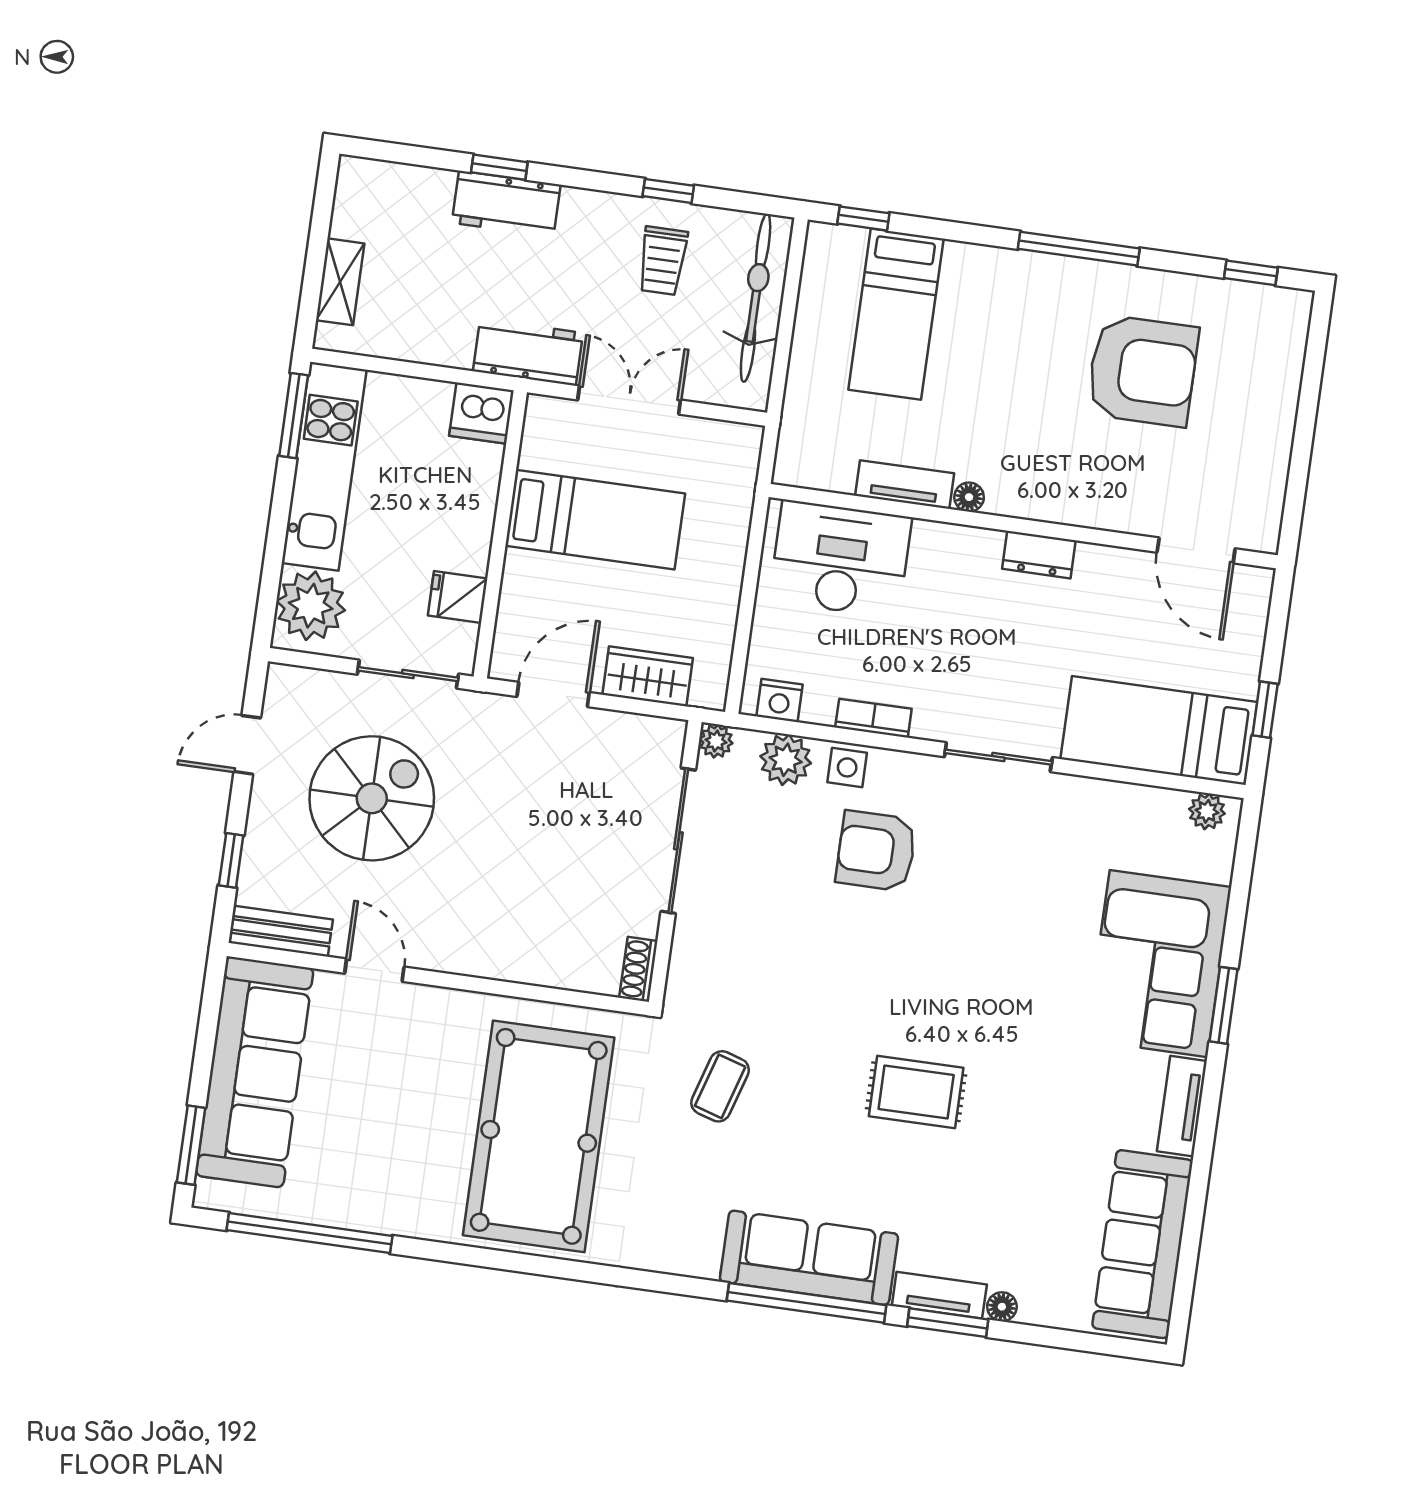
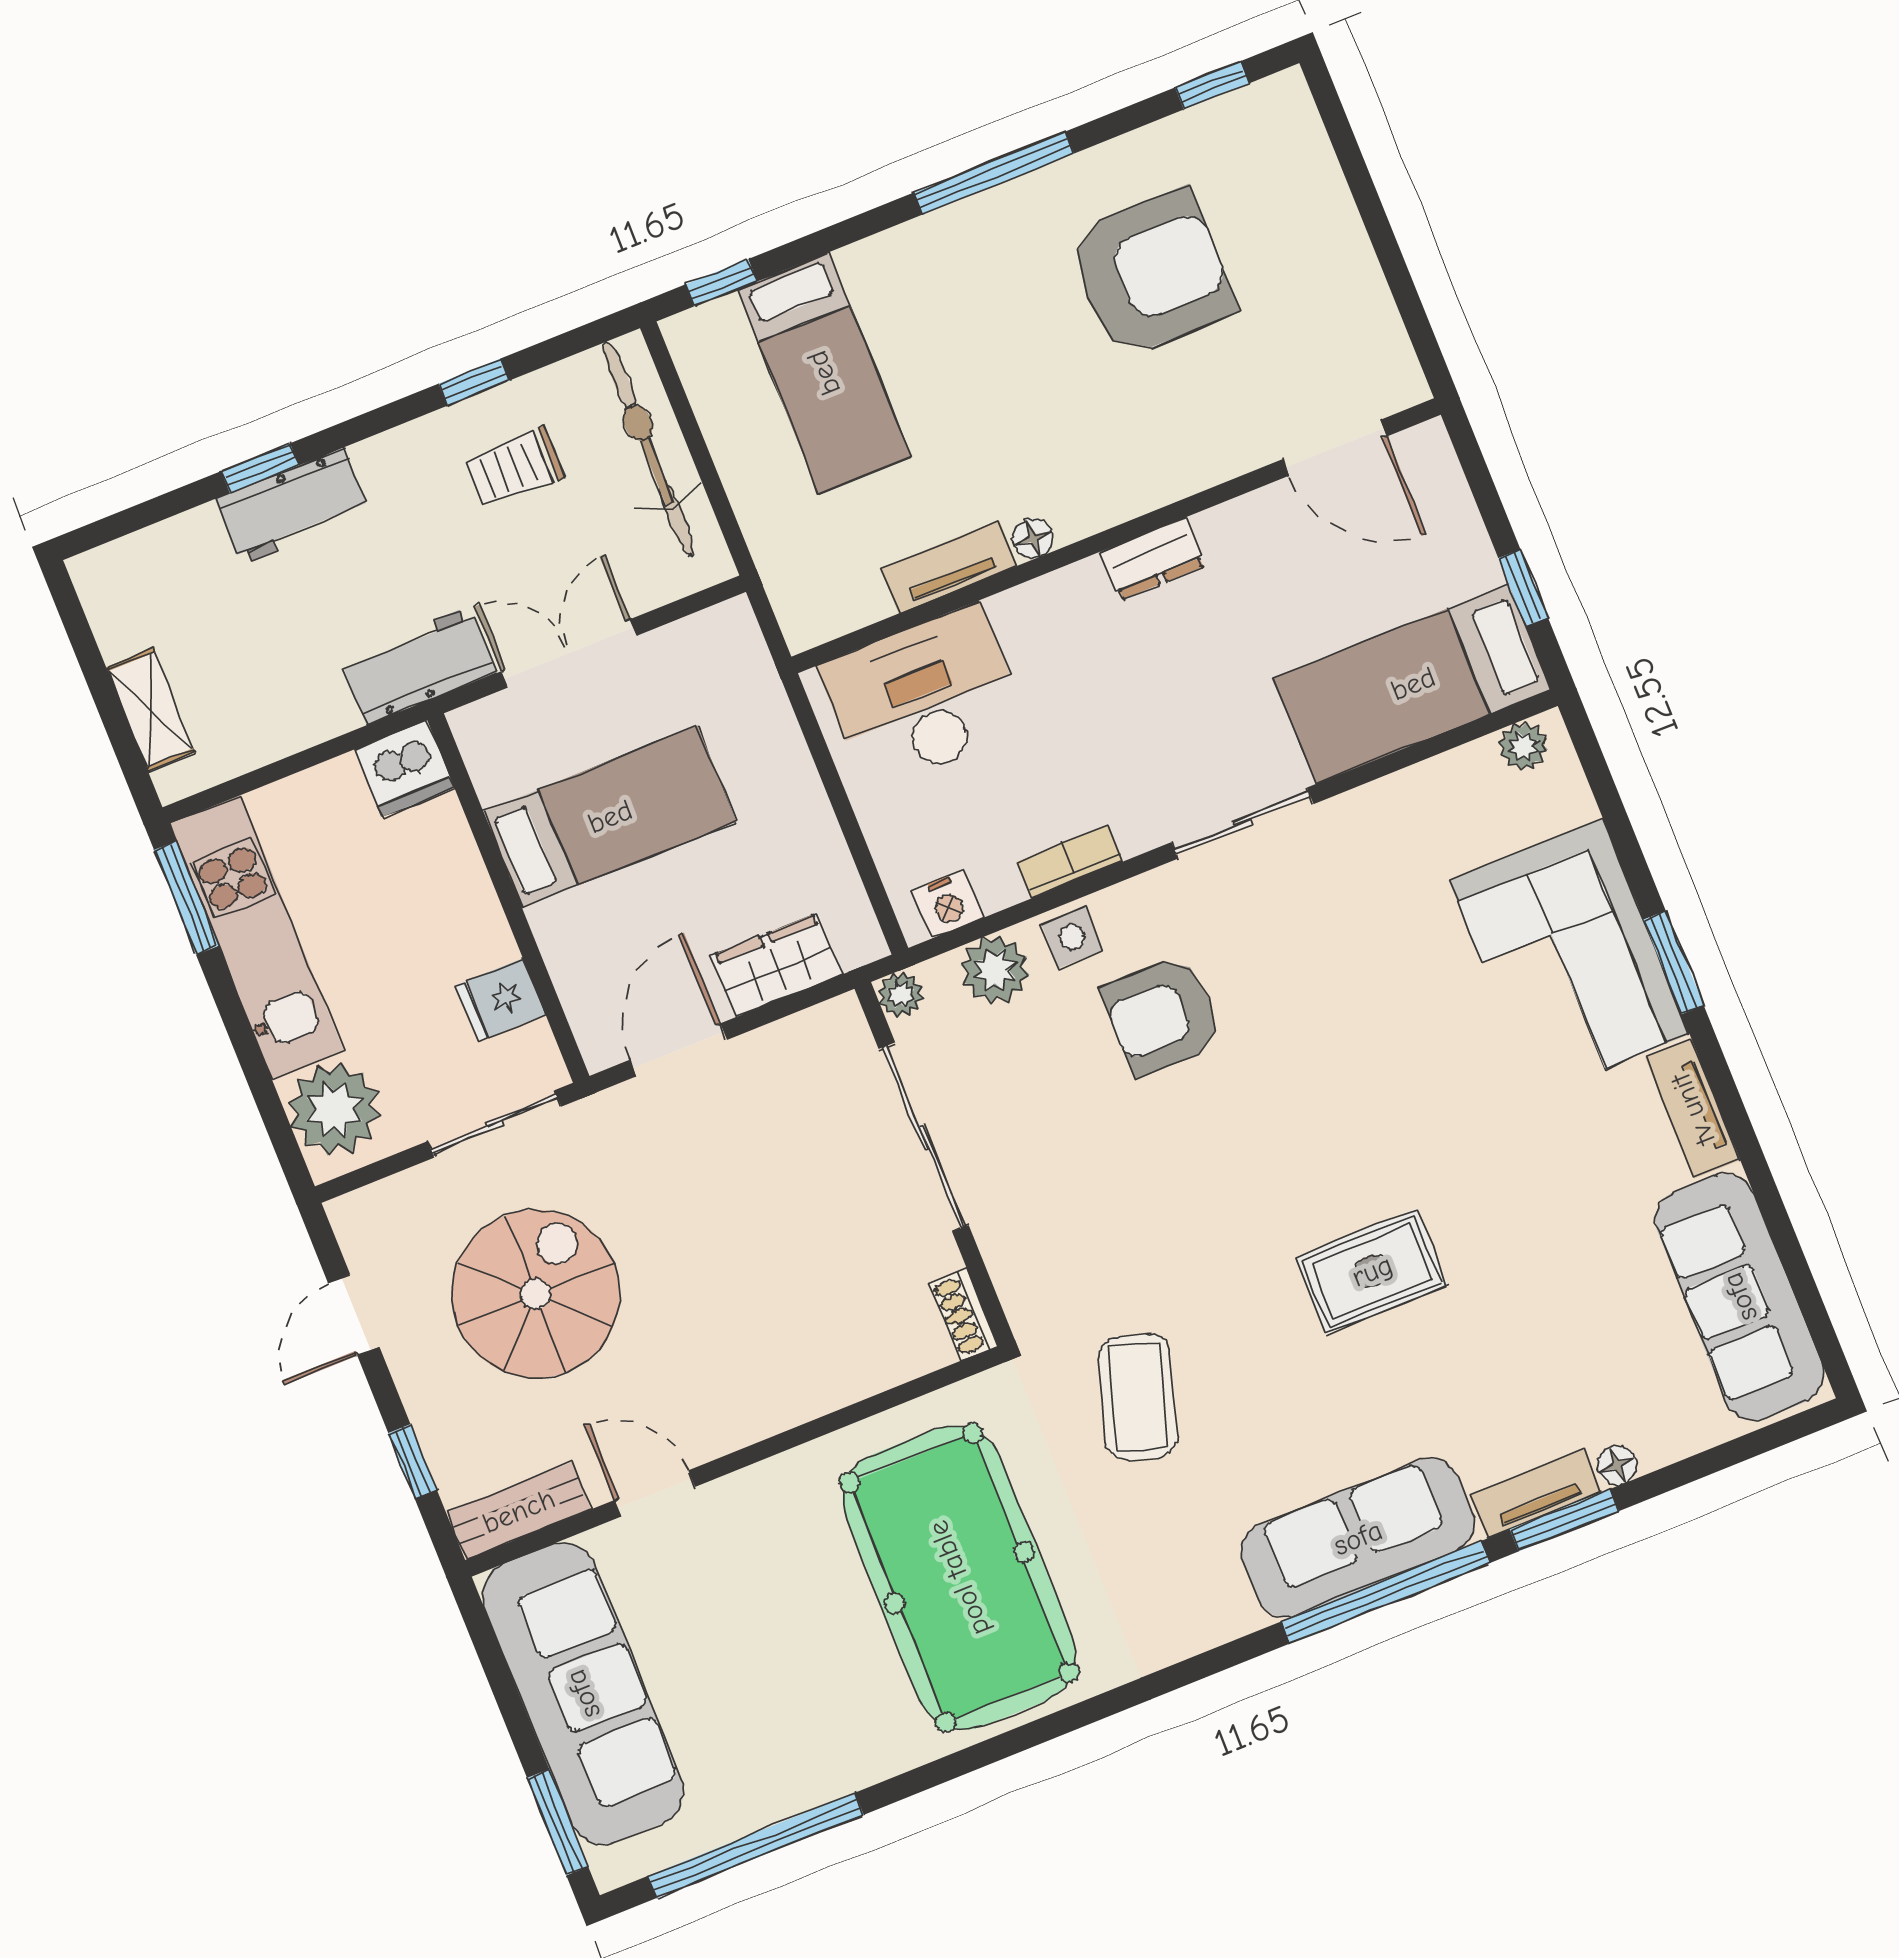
trolley: (663, 261) -> (514, 468), turned 90
coffee table: (720, 1086) -> (1138, 1397), width x1.36, depth x1.30

